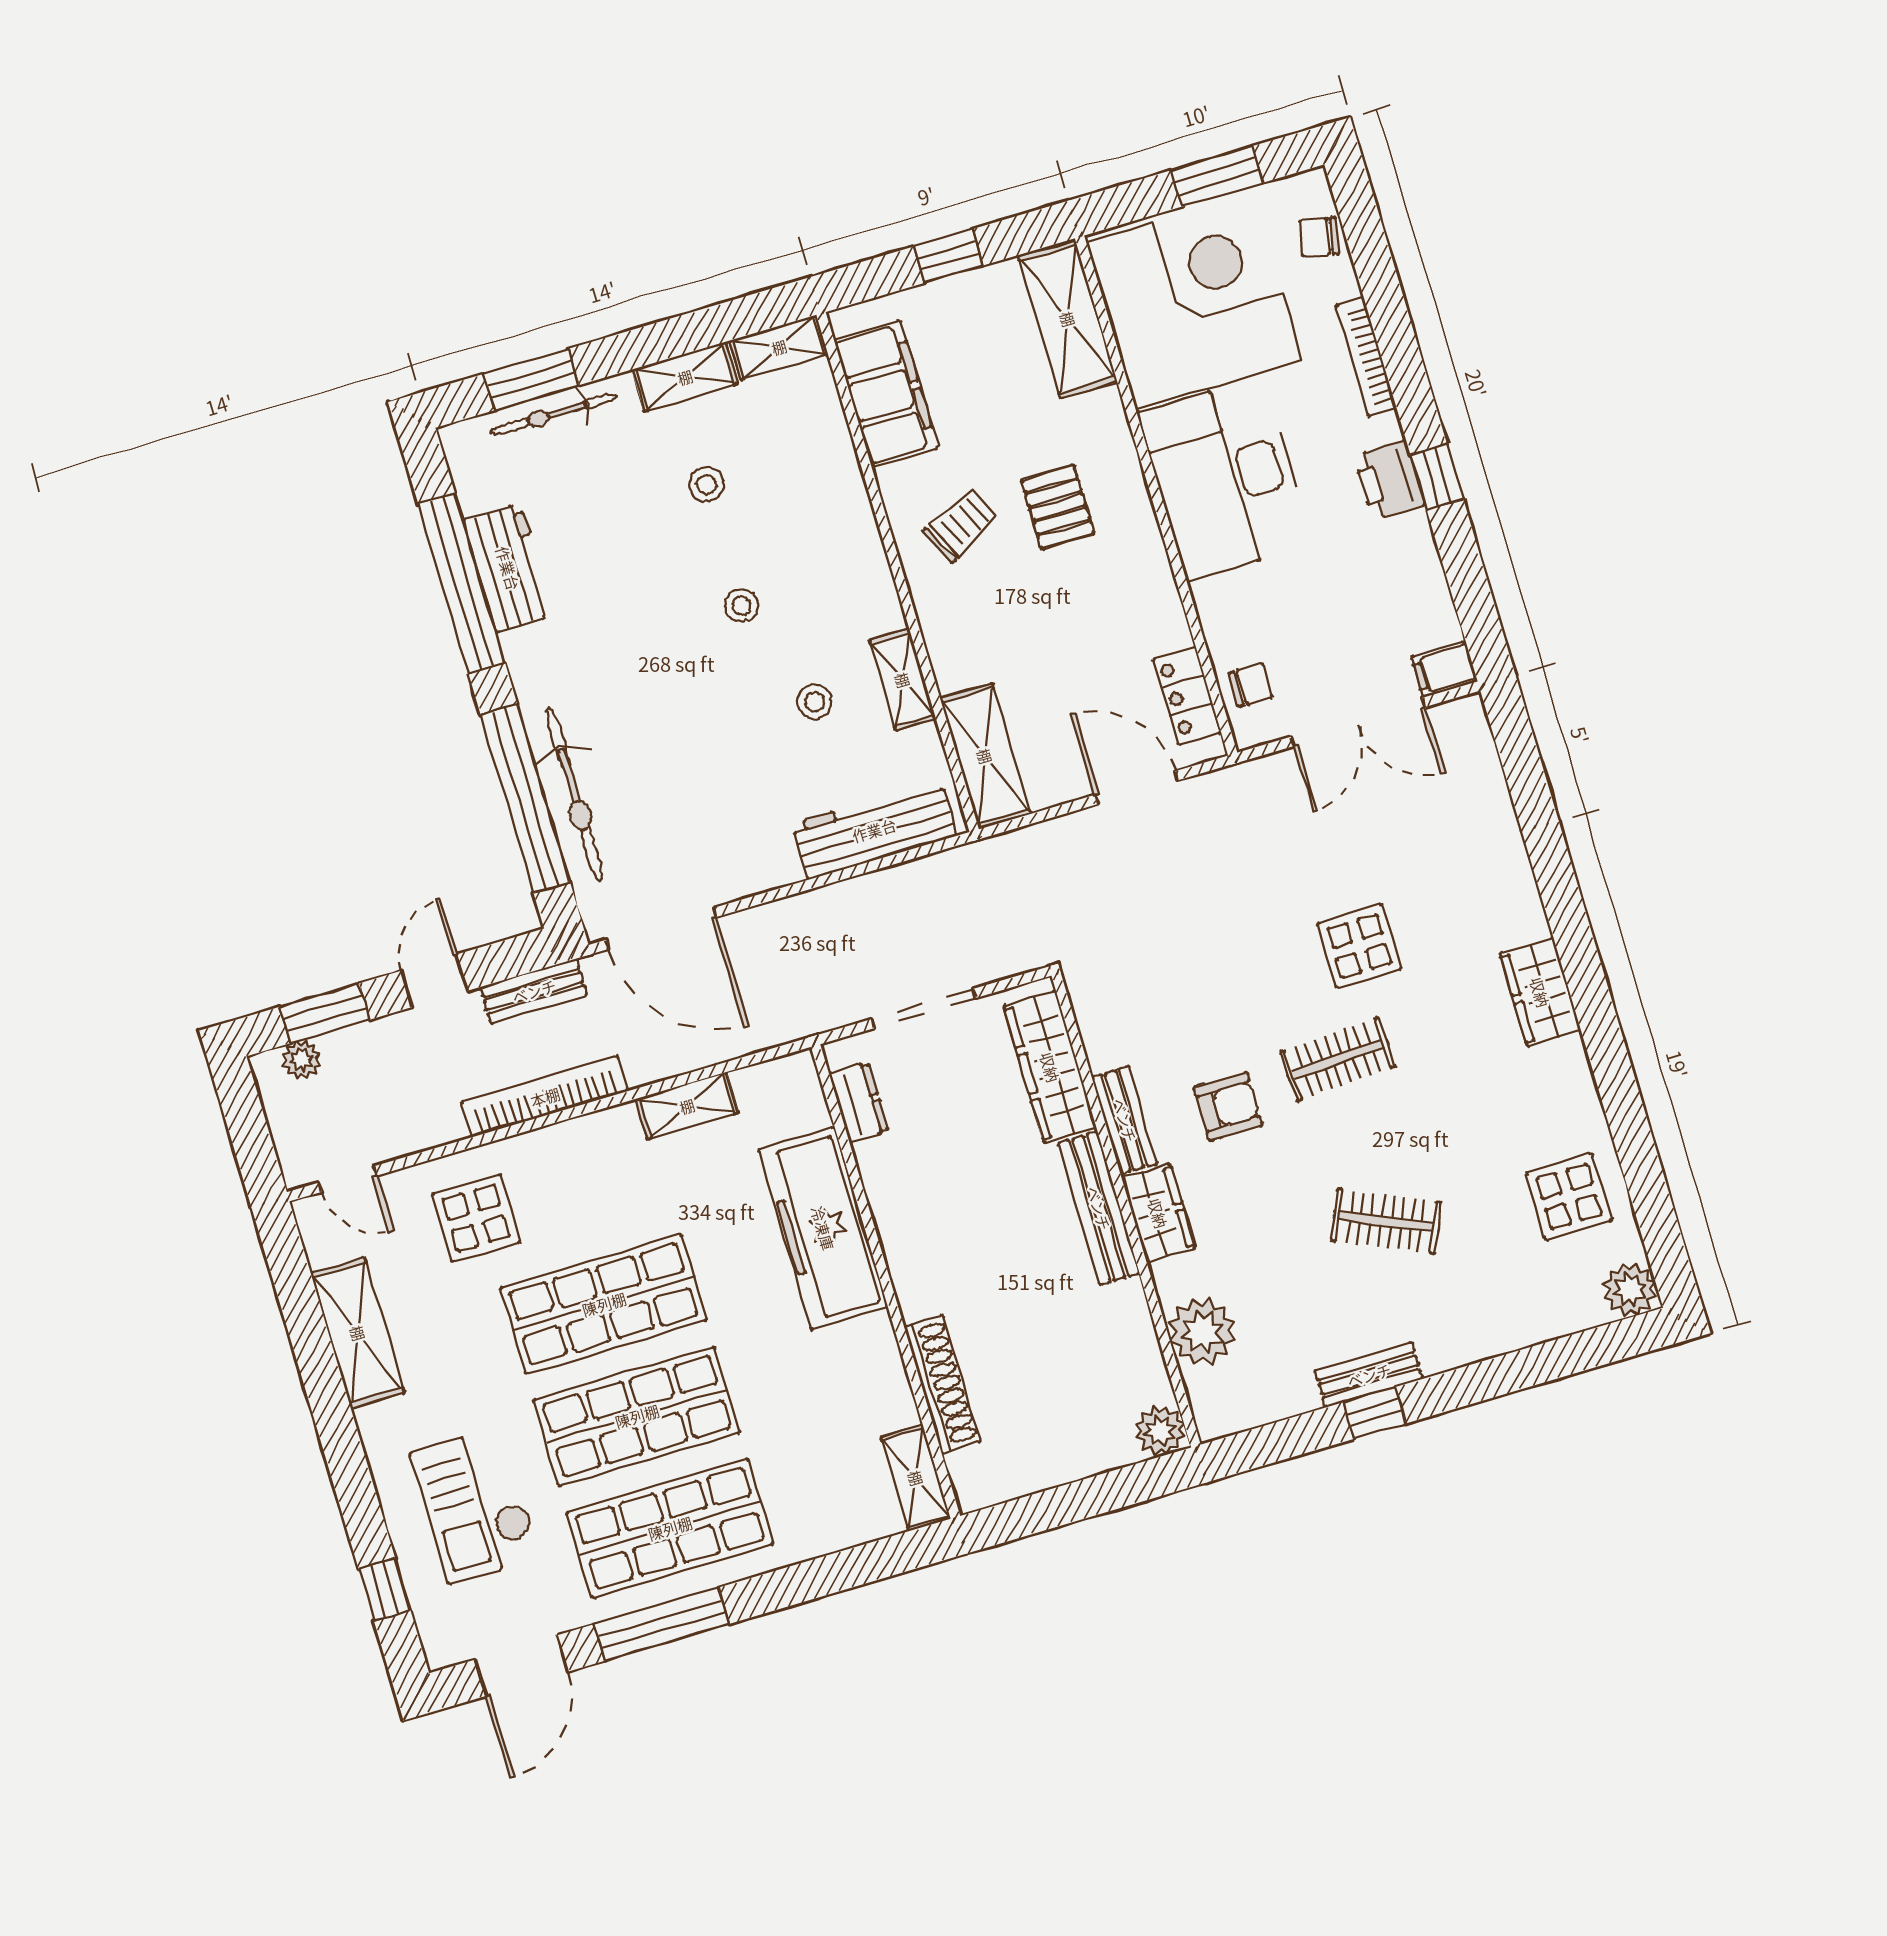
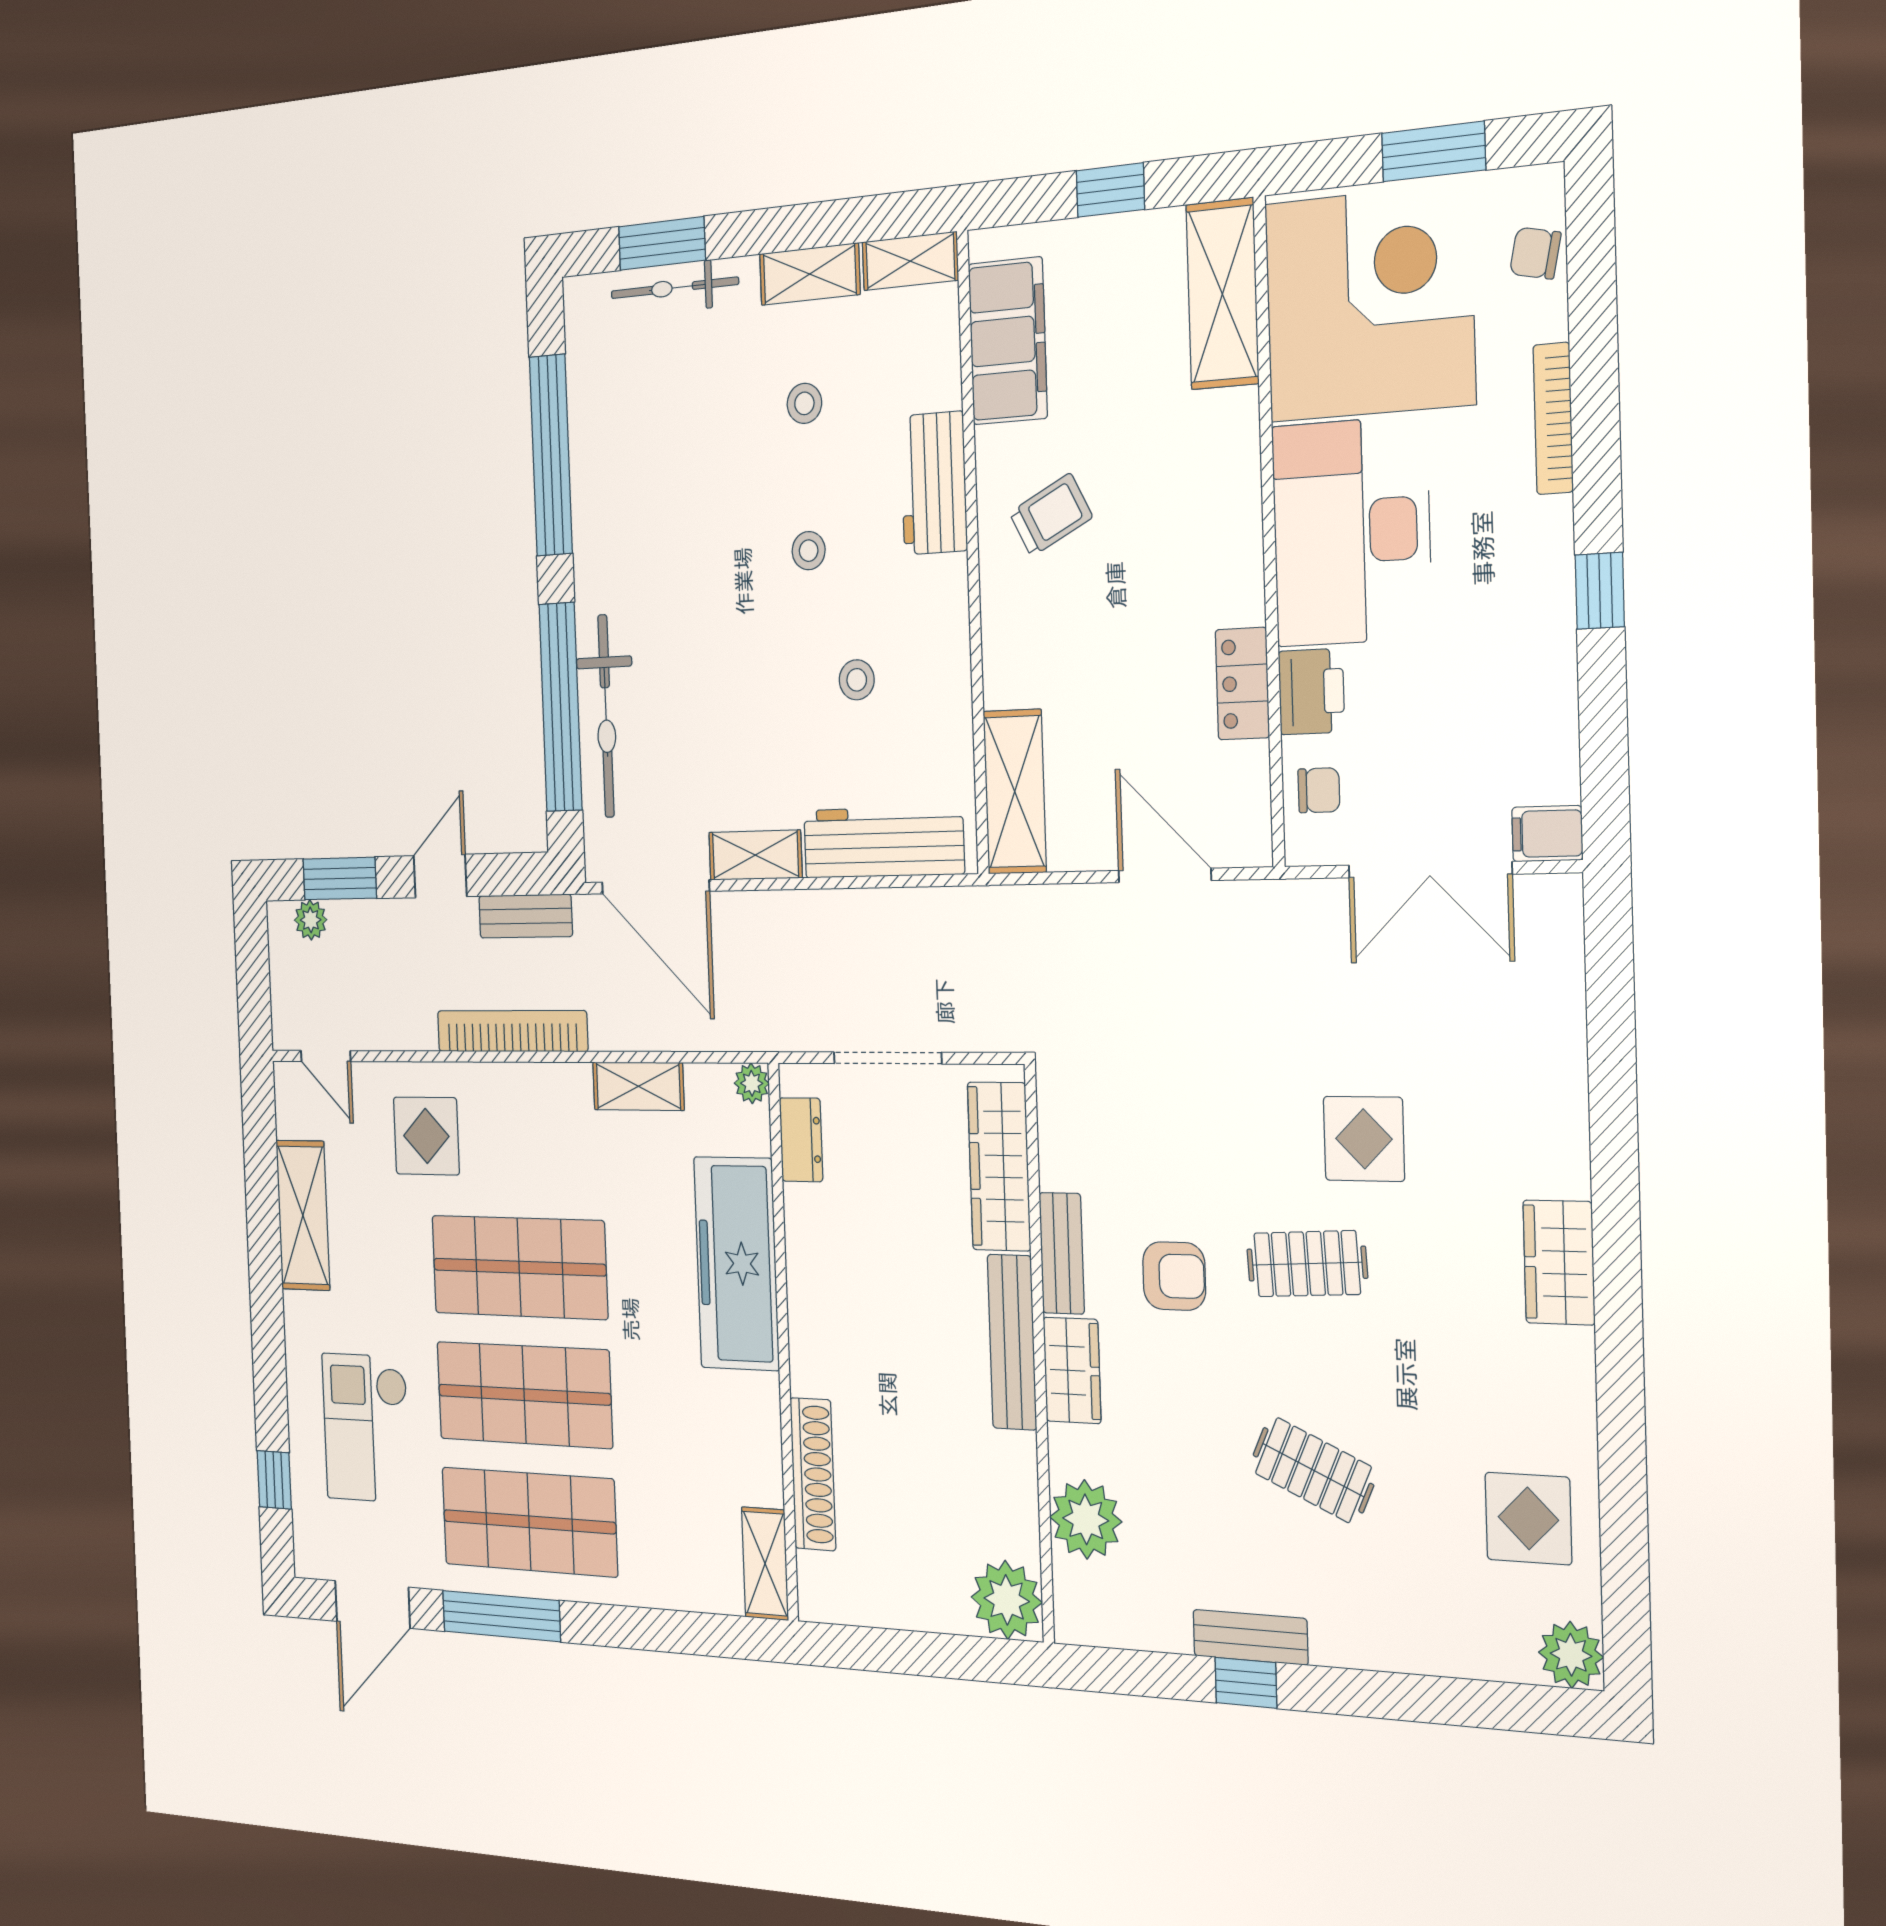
printer: (1389, 480) -> (1311, 692), moved, turned 180
pallet: (1058, 507) -> (1158, 520), removed
workbench: (508, 568) -> (934, 483), moved, turned 180
shelving: (903, 680) -> (755, 855), moved, turned 90
locker: (1187, 696) -> (1242, 684), moved
plant: (799, 1069) -> (752, 1083), added
plant: (1160, 1431) -> (1007, 1600), width x1.36, depth x1.36

